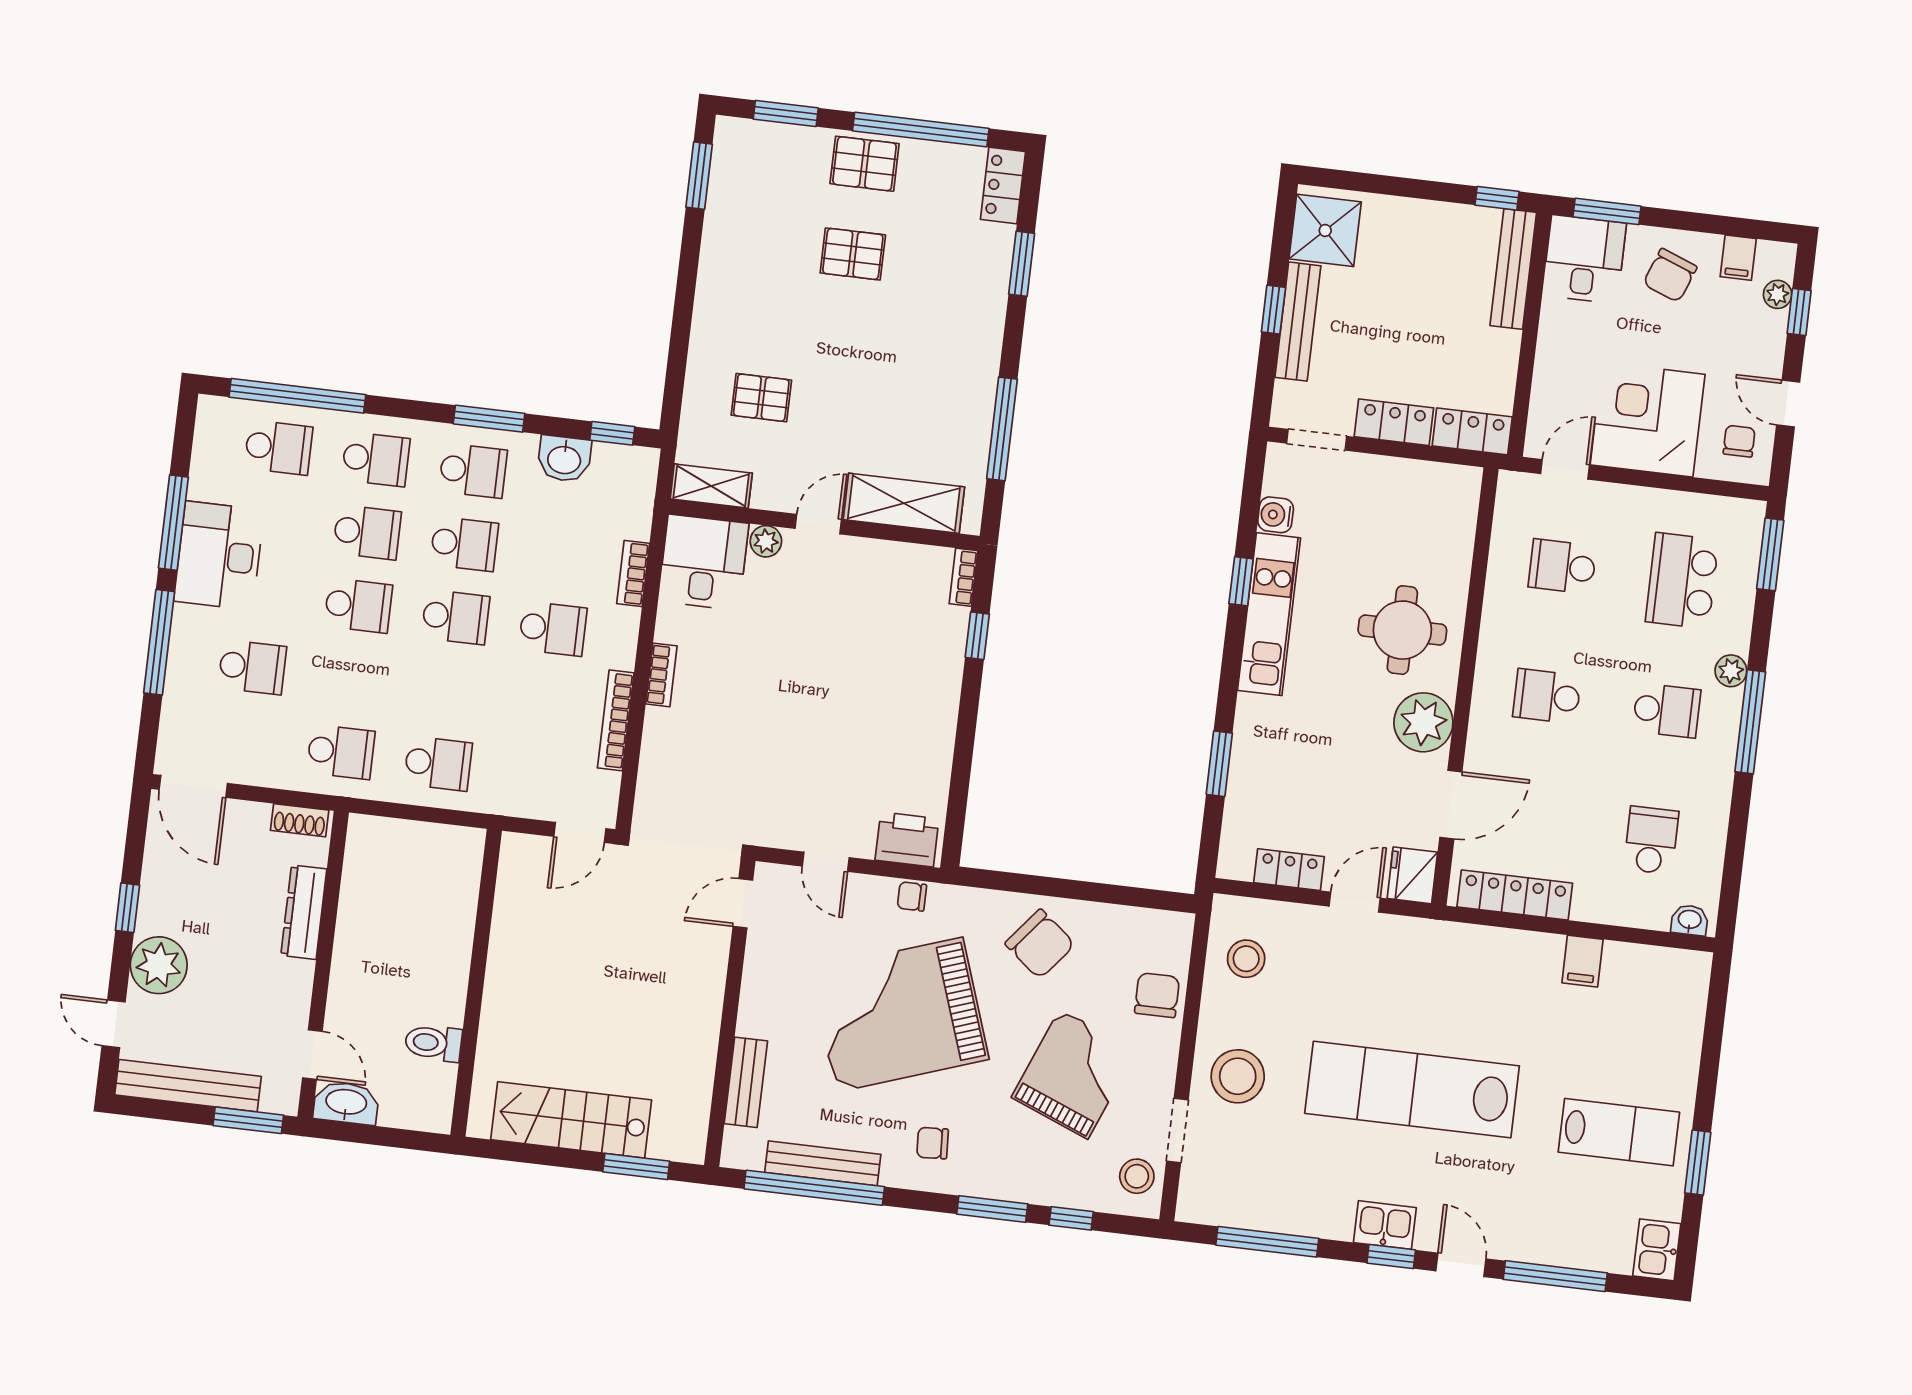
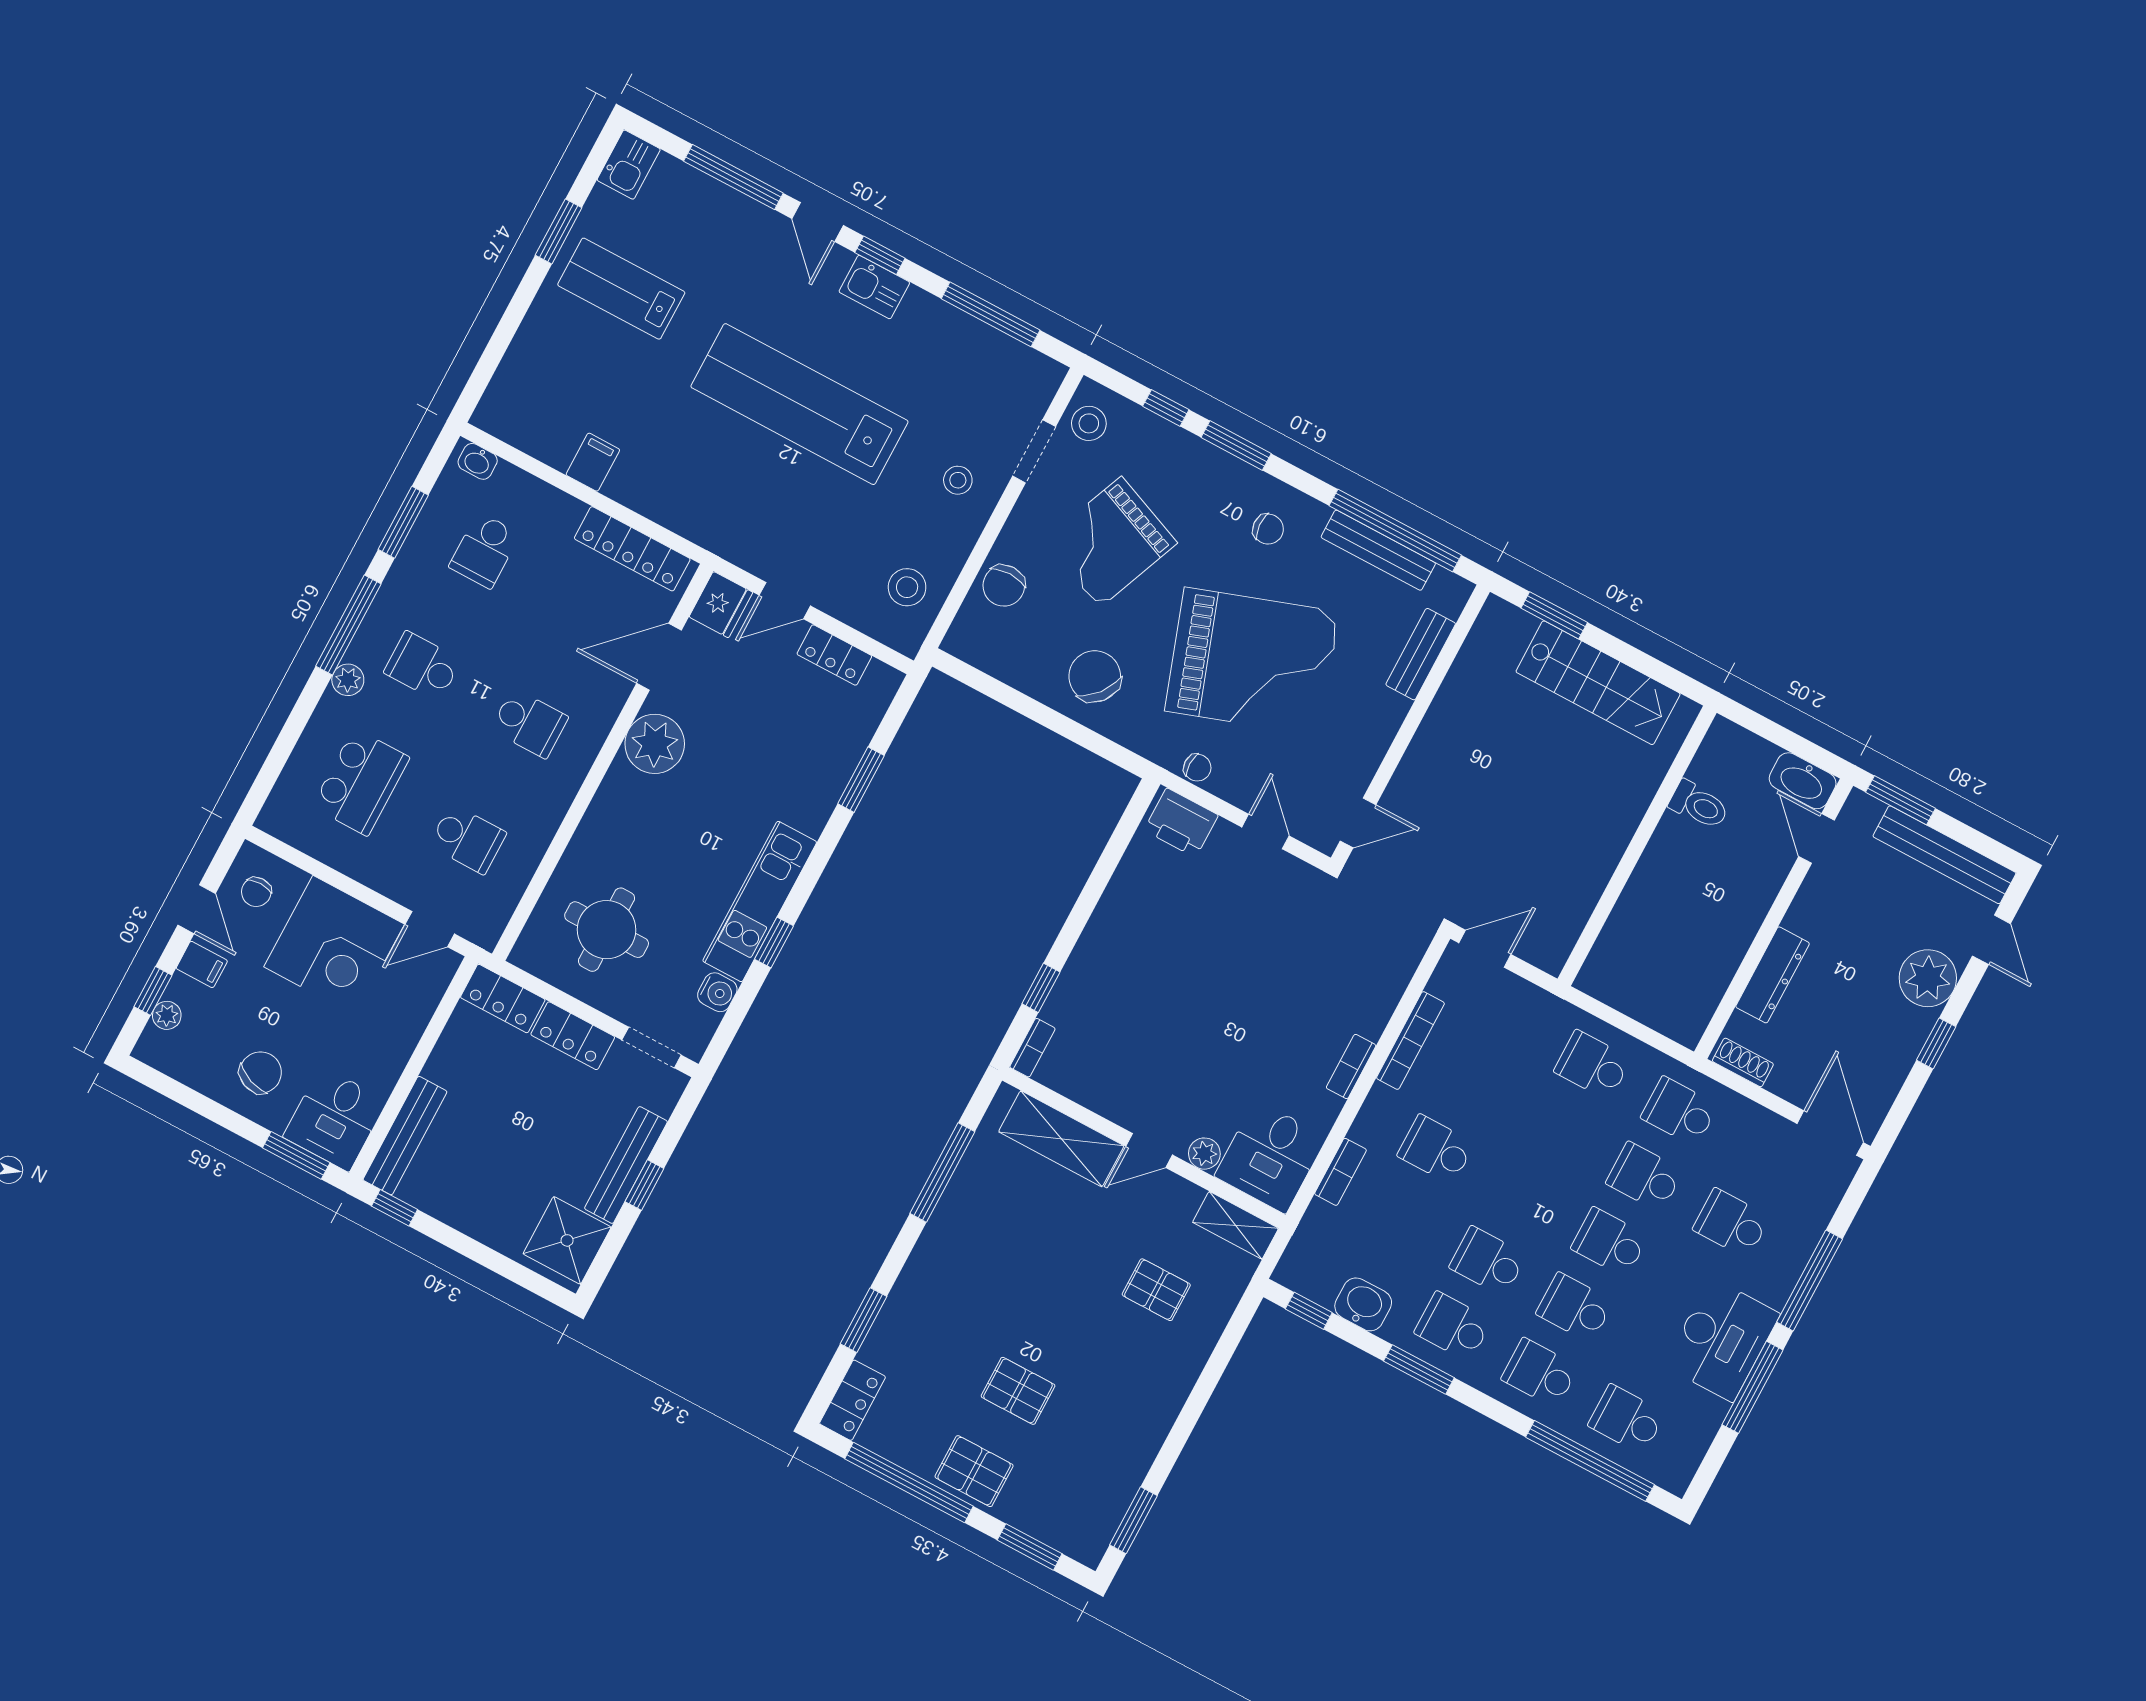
filing cabinet: (1738, 258) -> (202, 964), moved, turned 90
window: (1770, 554) -> (403, 522), moved
school desk: (456, 617) -> (1645, 1177), moved
round table: (1402, 630) -> (607, 930), moved
stool: (1238, 1076) -> (958, 480), width x0.53, depth x0.53
lab bench: (1412, 1090) -> (799, 404), turned 180

